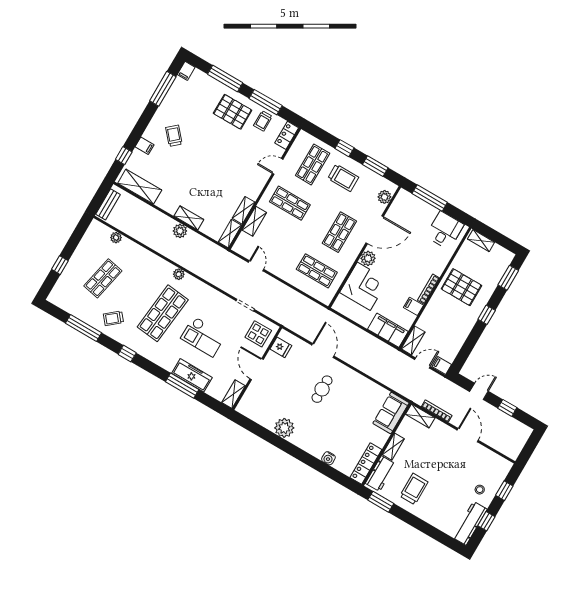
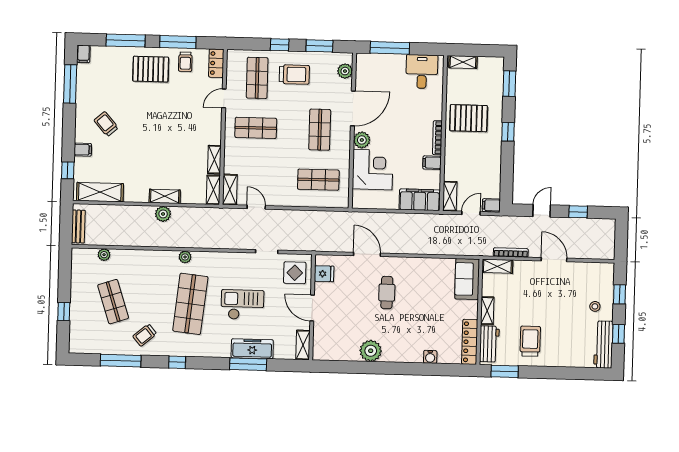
shelving: (254, 221) -> (230, 190), moved
shop shelf: (103, 278) -> (113, 302), turned -30
checkout: (203, 337) -> (242, 305), turned 180

